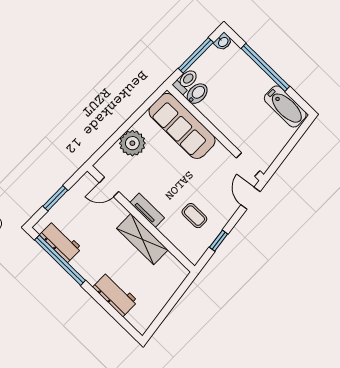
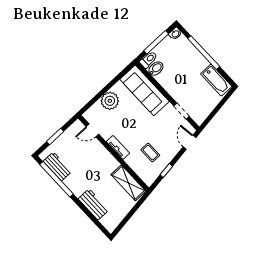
doorway: (248, 164) -> (182, 111), moved
shelving: (142, 239) -> (128, 183), moved

